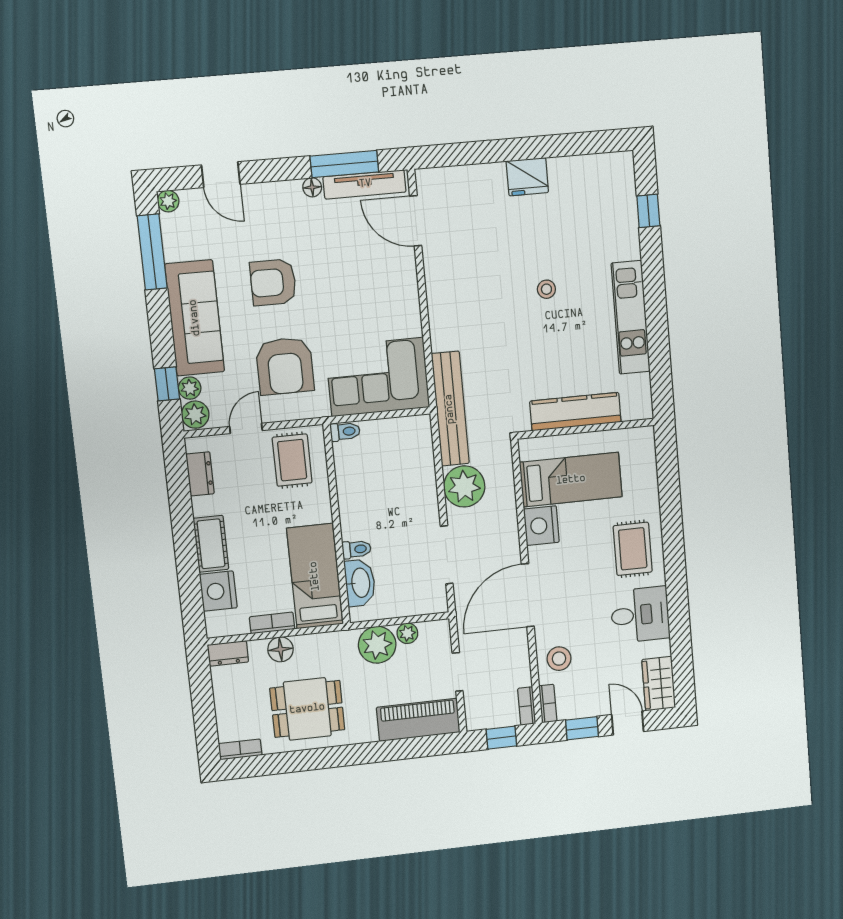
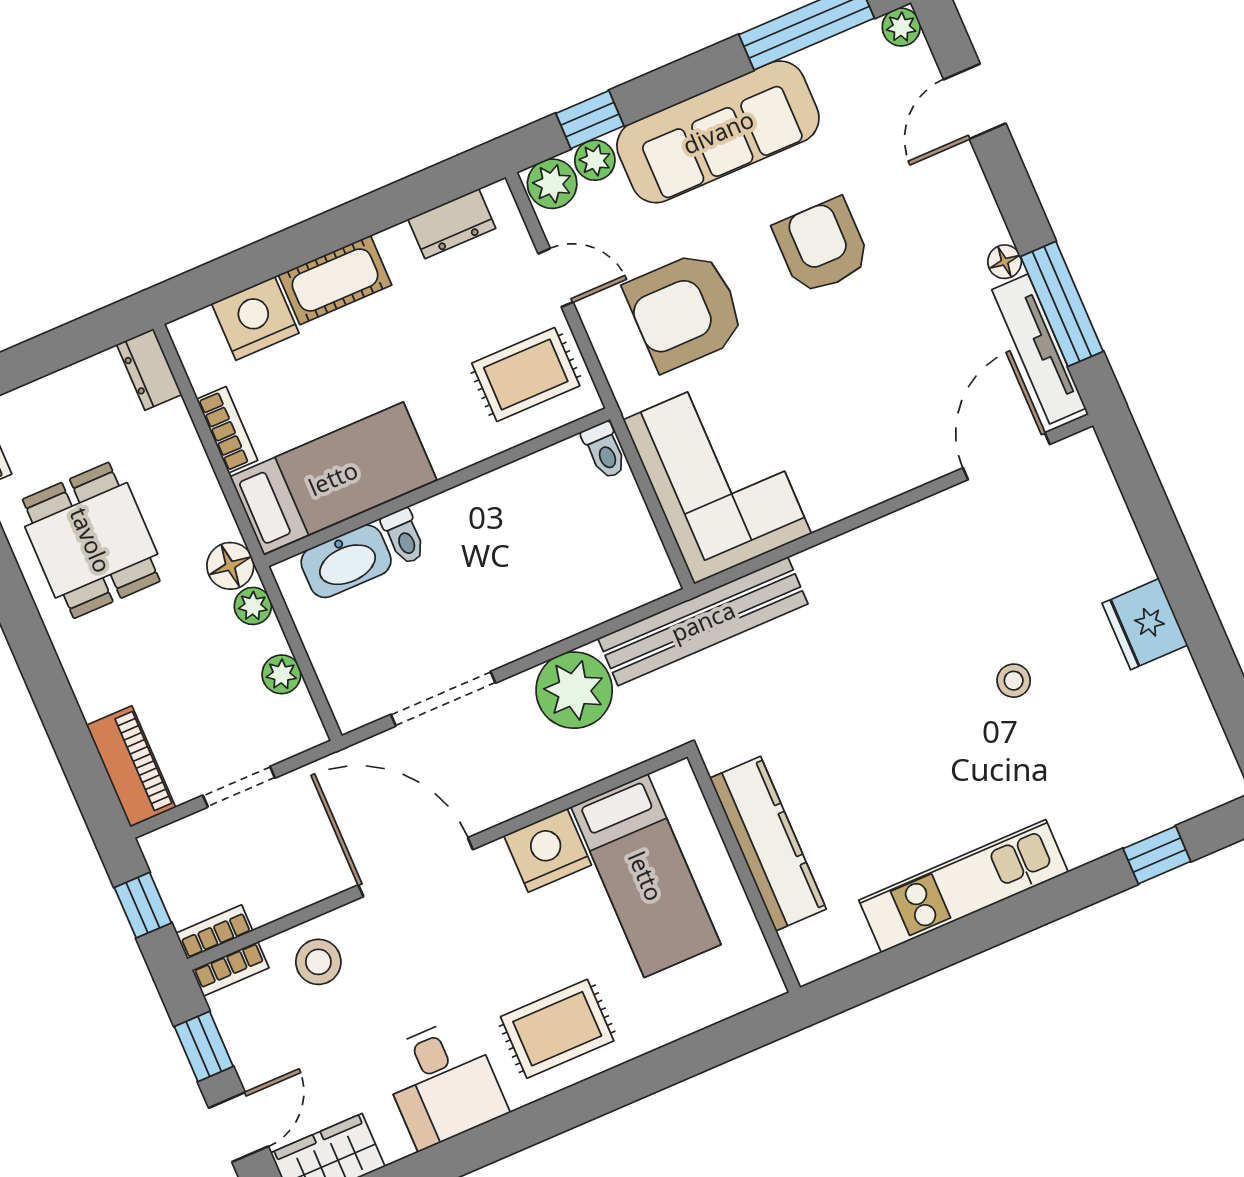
stool: (546, 289) -> (1014, 681), moved
plant: (377, 645) -> (253, 606), width x0.53, depth x0.53
floor lamp: (281, 649) -> (230, 566), moved
piano: (418, 720) -> (131, 766), width x0.73, depth x0.75

